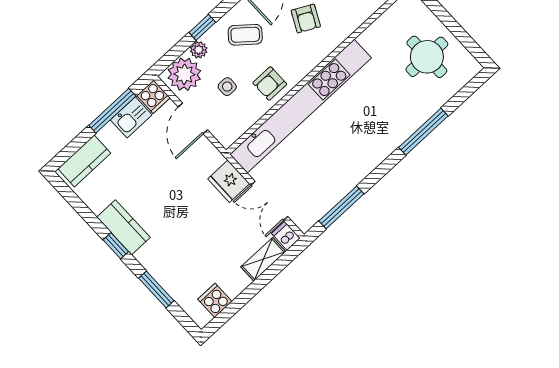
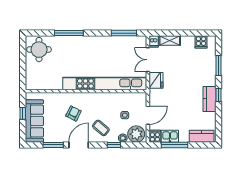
round table: (427, 57) -> (39, 50), moved
armchair: (270, 84) -> (108, 102), removed
double door: (269, 201) -> (148, 60), swing flipped

